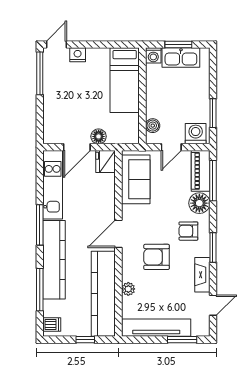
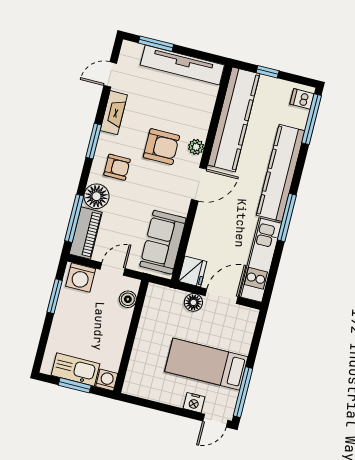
bed: (125, 80) -> (206, 364), moved, turned -90
plant: (128, 289) -> (196, 147), moved
window: (40, 290) -> (312, 119), moved

